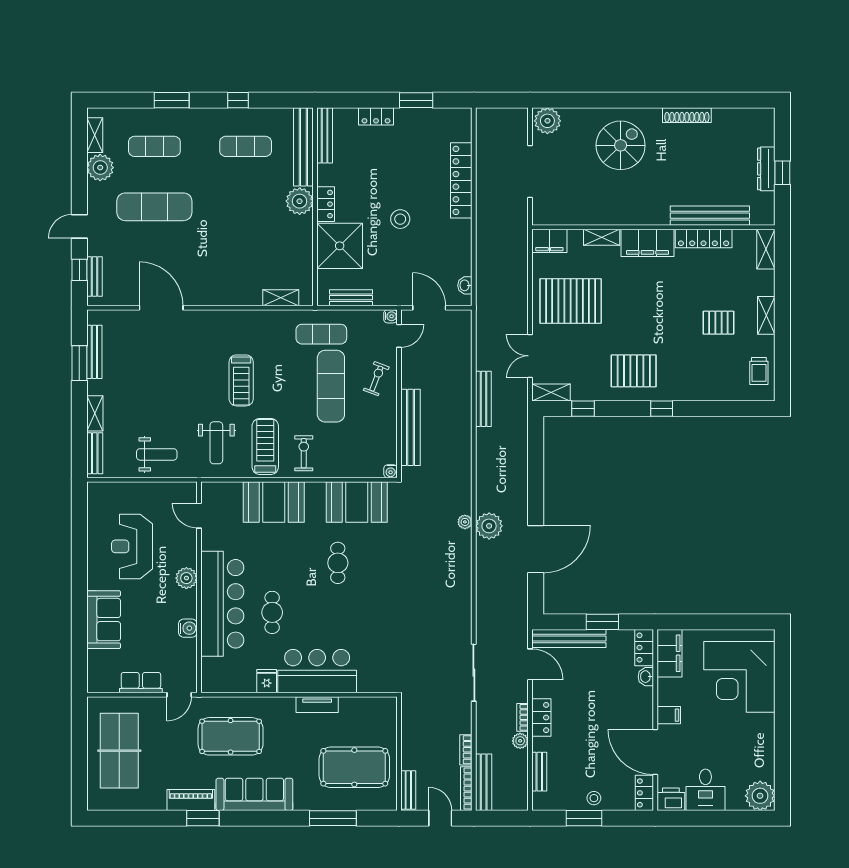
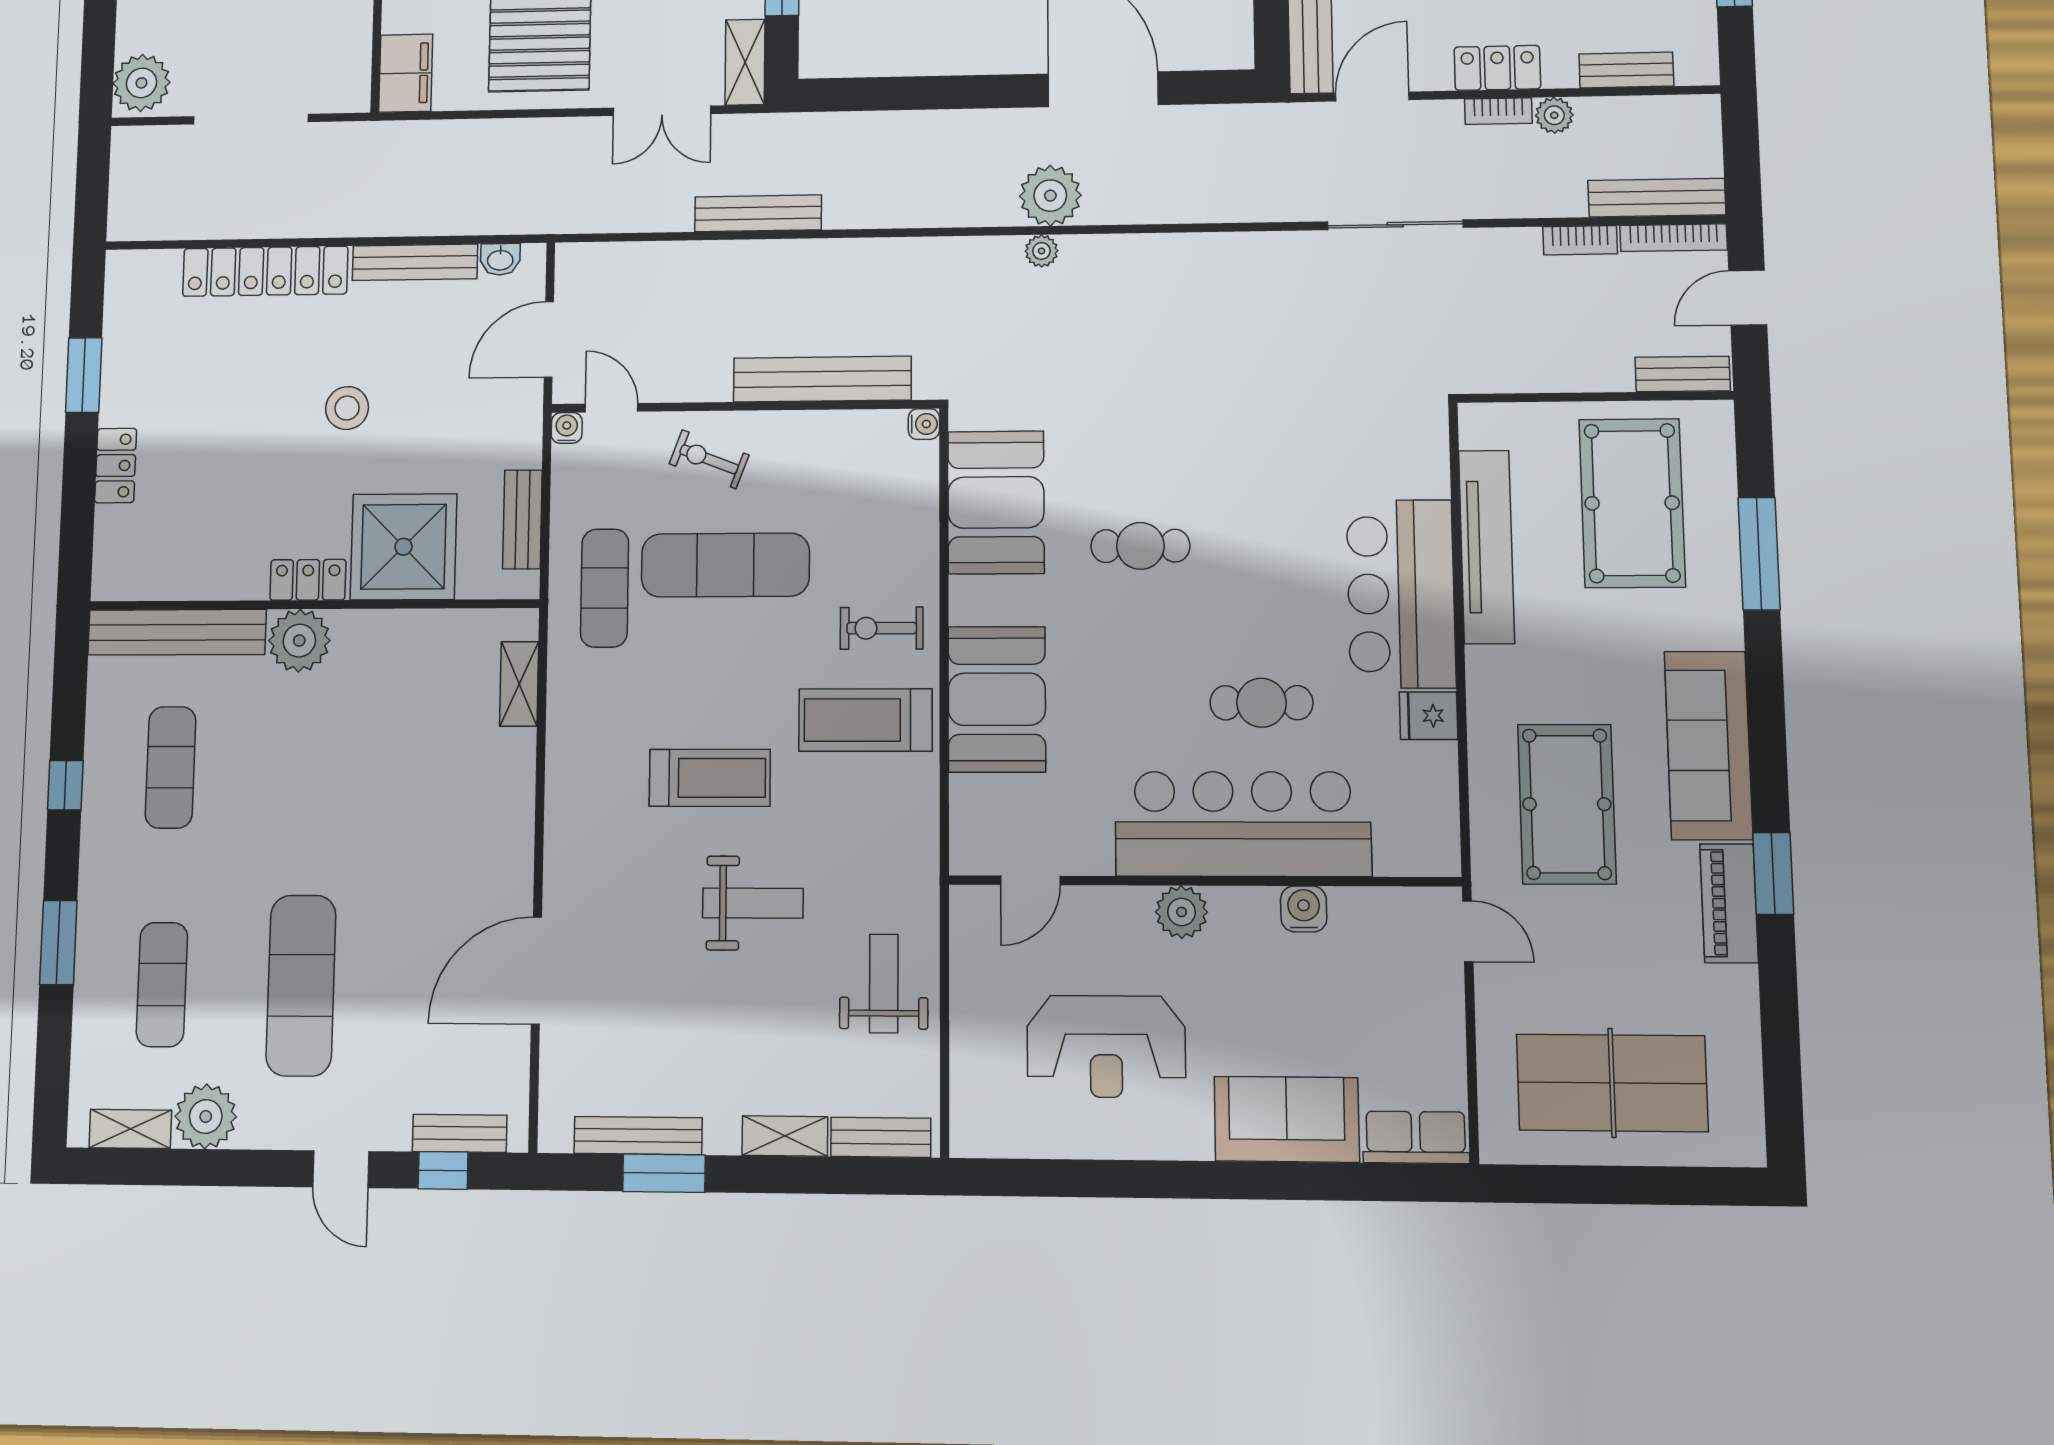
bench: (325, 135) -> (415, 262), moved
weight bench: (216, 443) -> (753, 903), moved
row of seats: (141, 683) -> (1416, 1137), moved, turned 90
tv unit: (317, 705) -> (1487, 547), width x1.92, depth x1.29

